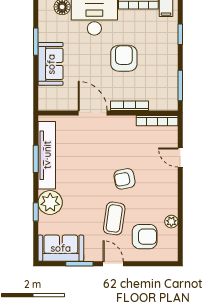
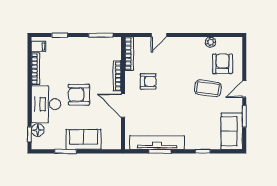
armchair: (124, 58) -> (79, 95), moved
door: (93, 113) -> (123, 106), hinge flipped
armchair: (125, 179) -> (148, 81), moved, turned -79
plant: (50, 202) -> (195, 140), removed

